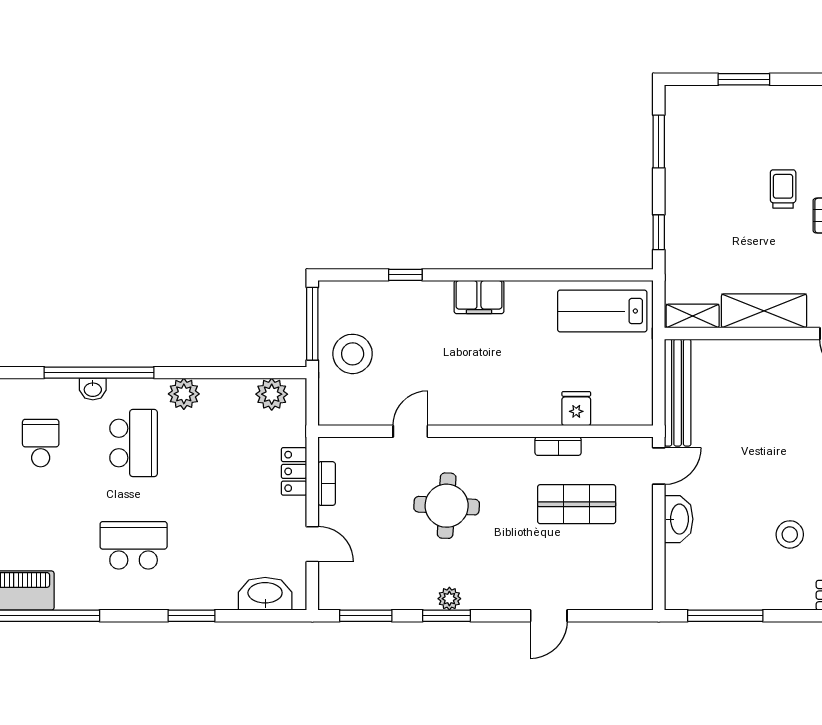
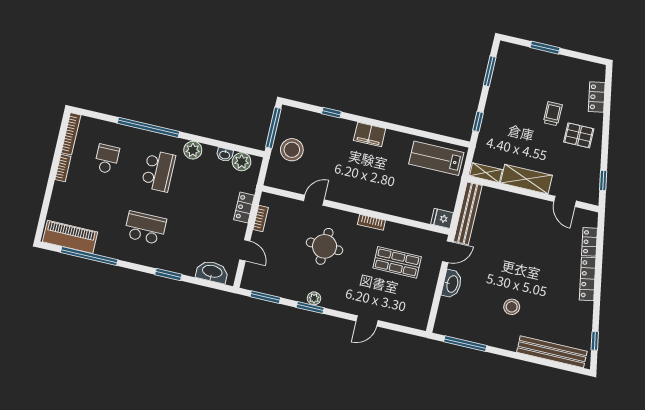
washbasin: (93, 389) -> (225, 155), moved
fridge: (576, 409) -> (442, 218), moved, turned -90
bookcase: (558, 446) -> (371, 222), moved

